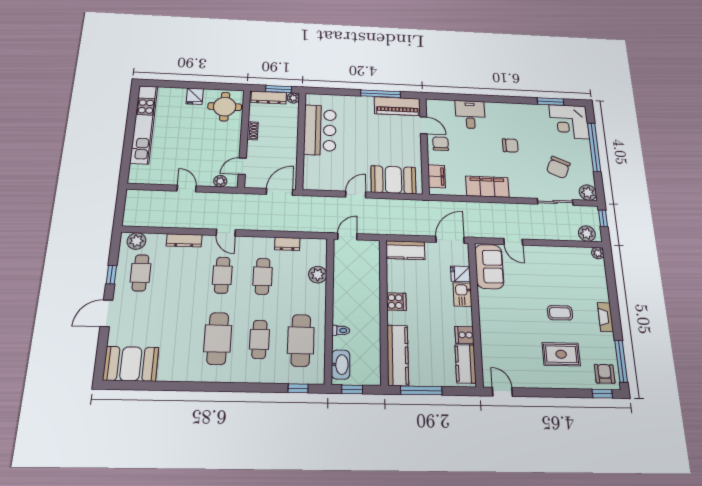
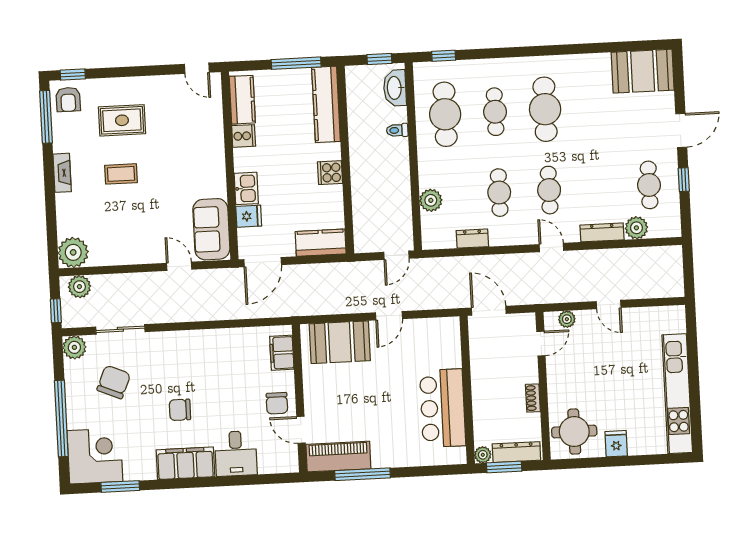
filing cabinet: (487, 187) -> (185, 463), moved, turned 180
door: (280, 192) -> (489, 311), swing flipped
plant: (136, 241) -> (636, 228), moved
plant: (598, 253) -> (73, 252), width x1.88, depth x1.88

